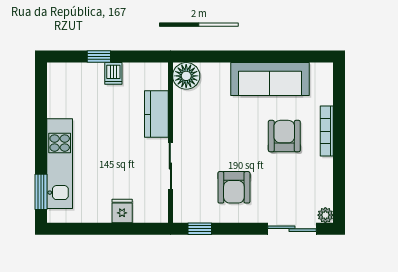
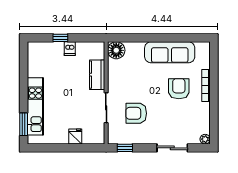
armchair: (234, 187) -> (136, 113), moved, turned 90
sliding door: (292, 229) -> (172, 148), moved

